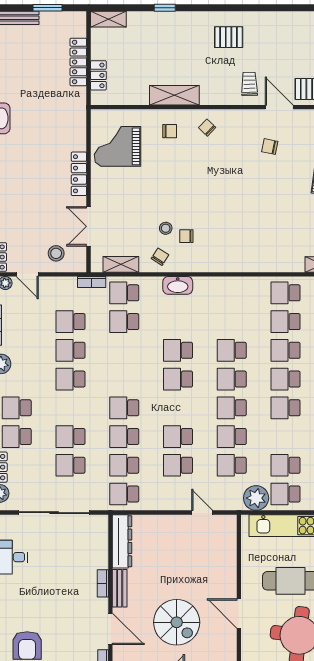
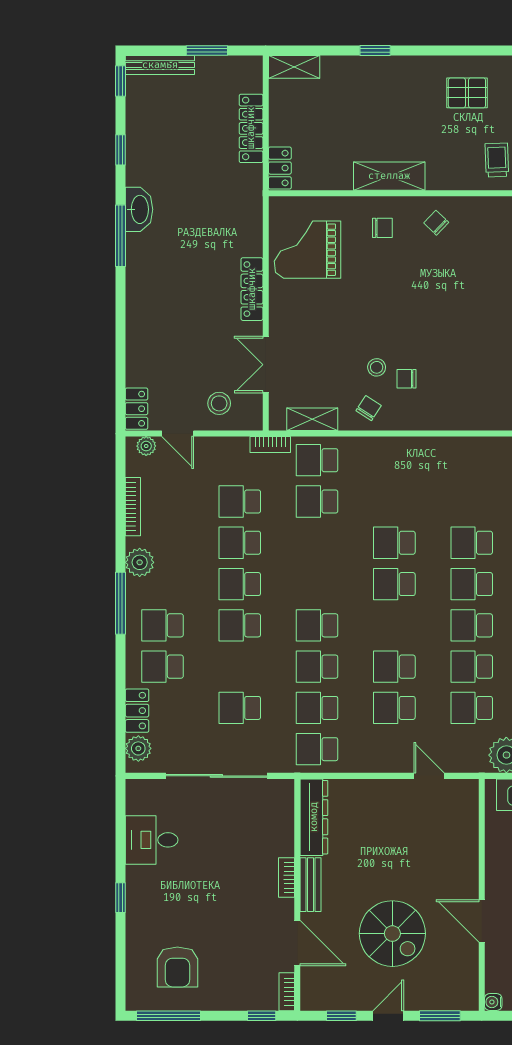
locker: (98, 75) -> (280, 168), moved
washbasin: (178, 285) -> (394, 449), removed
school desk: (70, 437) -> (240, 625), moved

